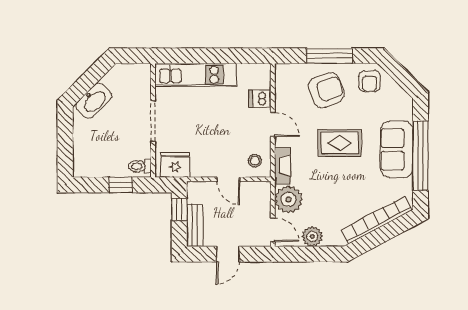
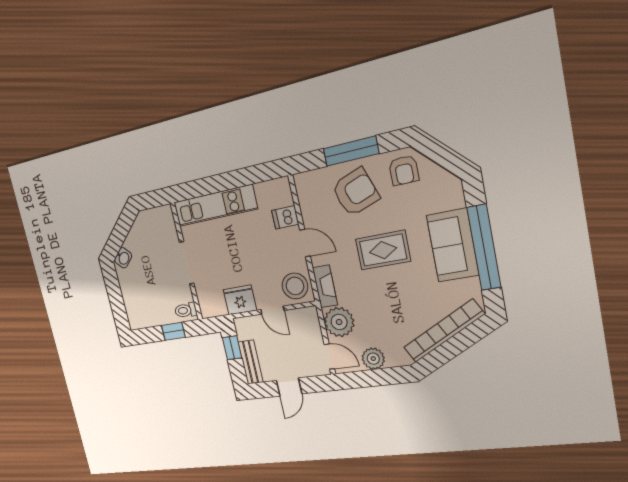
washbasin: (94, 101) -> (123, 258), width x0.52, depth x0.69
stool: (255, 161) -> (295, 286), width x1.89, depth x1.89
fridge: (175, 165) -> (240, 300), moved

